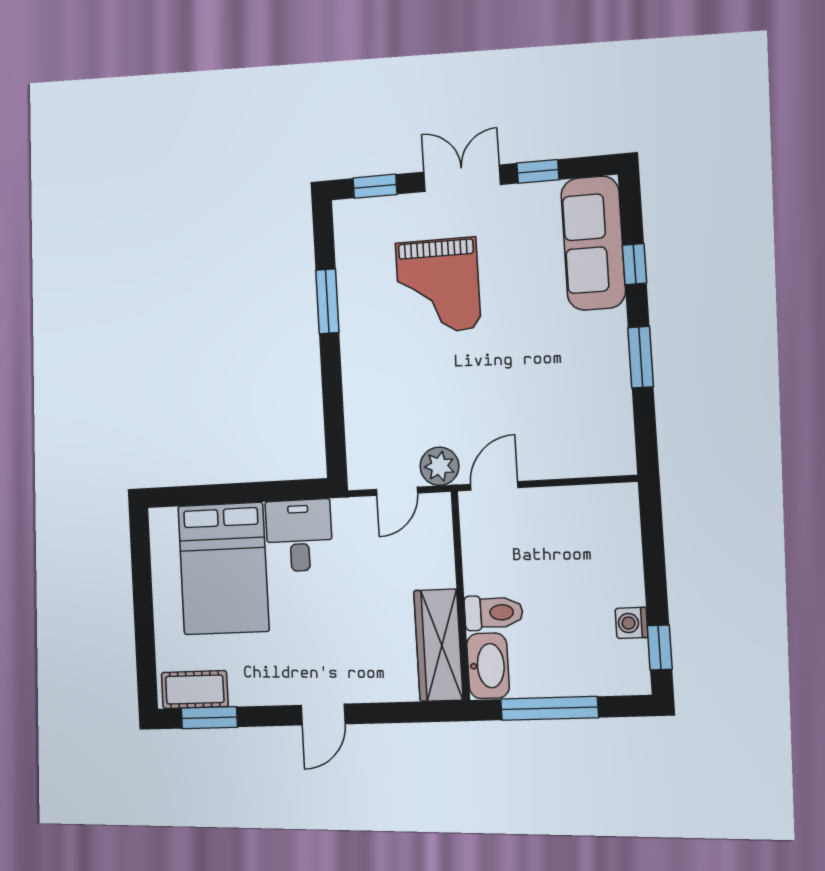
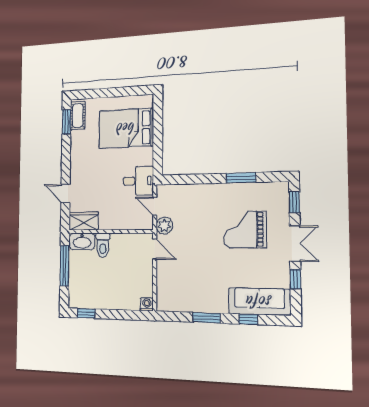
desk: (299, 535) -> (138, 181), moved
washing machine: (632, 623) -> (147, 304), moved
wardrobe: (438, 645) -> (84, 221), width x0.67
door: (323, 715) -> (65, 194), moved

